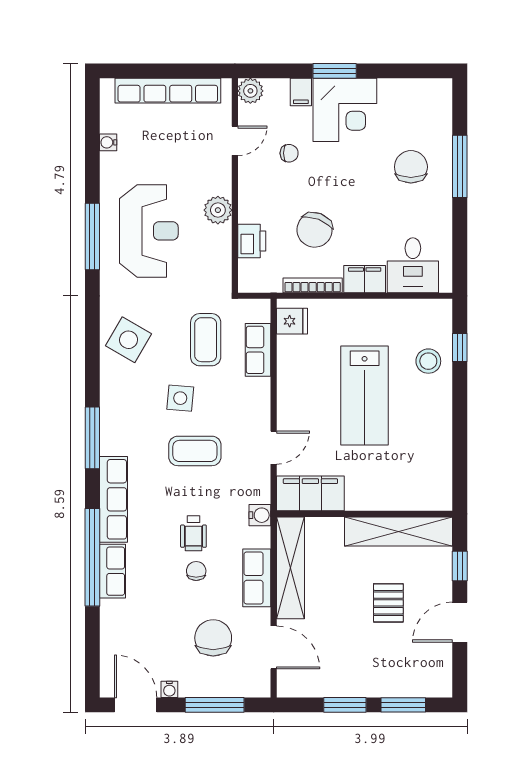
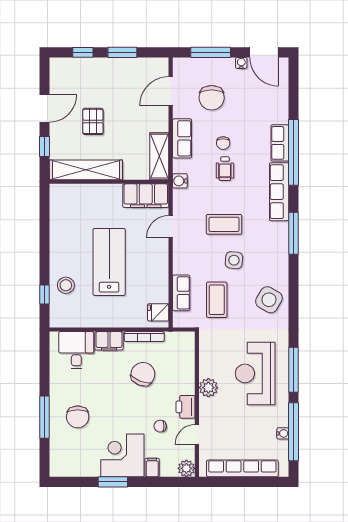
window: (335, 71) -> (113, 482), moved
window: (92, 145) -> (293, 432), added
printer: (252, 241) -> (185, 407), moved
wheelchair: (193, 533) -> (225, 169), turned 180
shelving: (290, 568) -> (159, 156), width x0.68
door: (274, 647) -> (171, 91), hinge flipped
window: (403, 705) -> (83, 52), width x0.67

